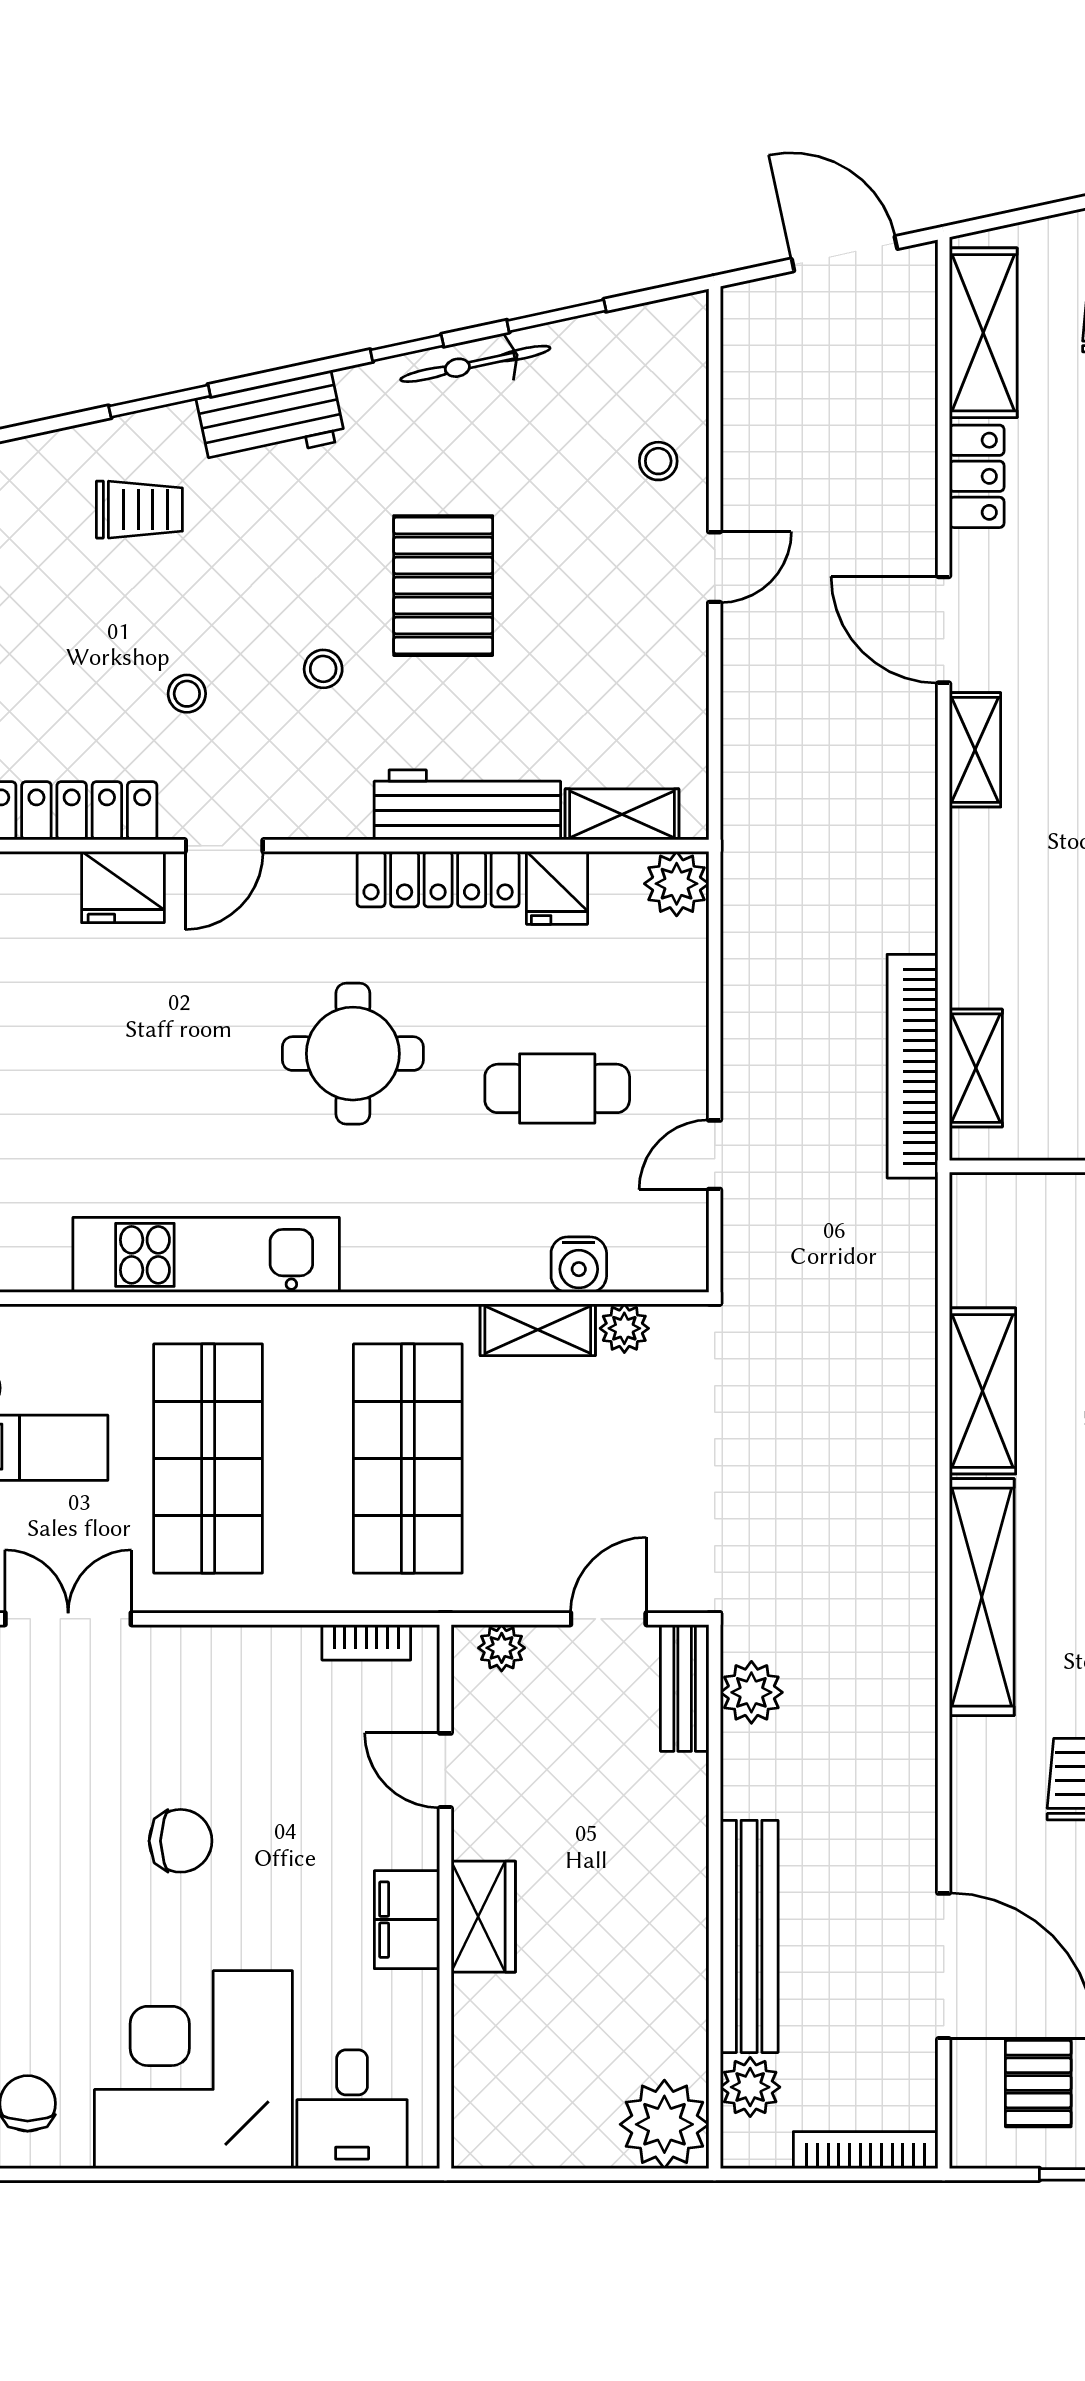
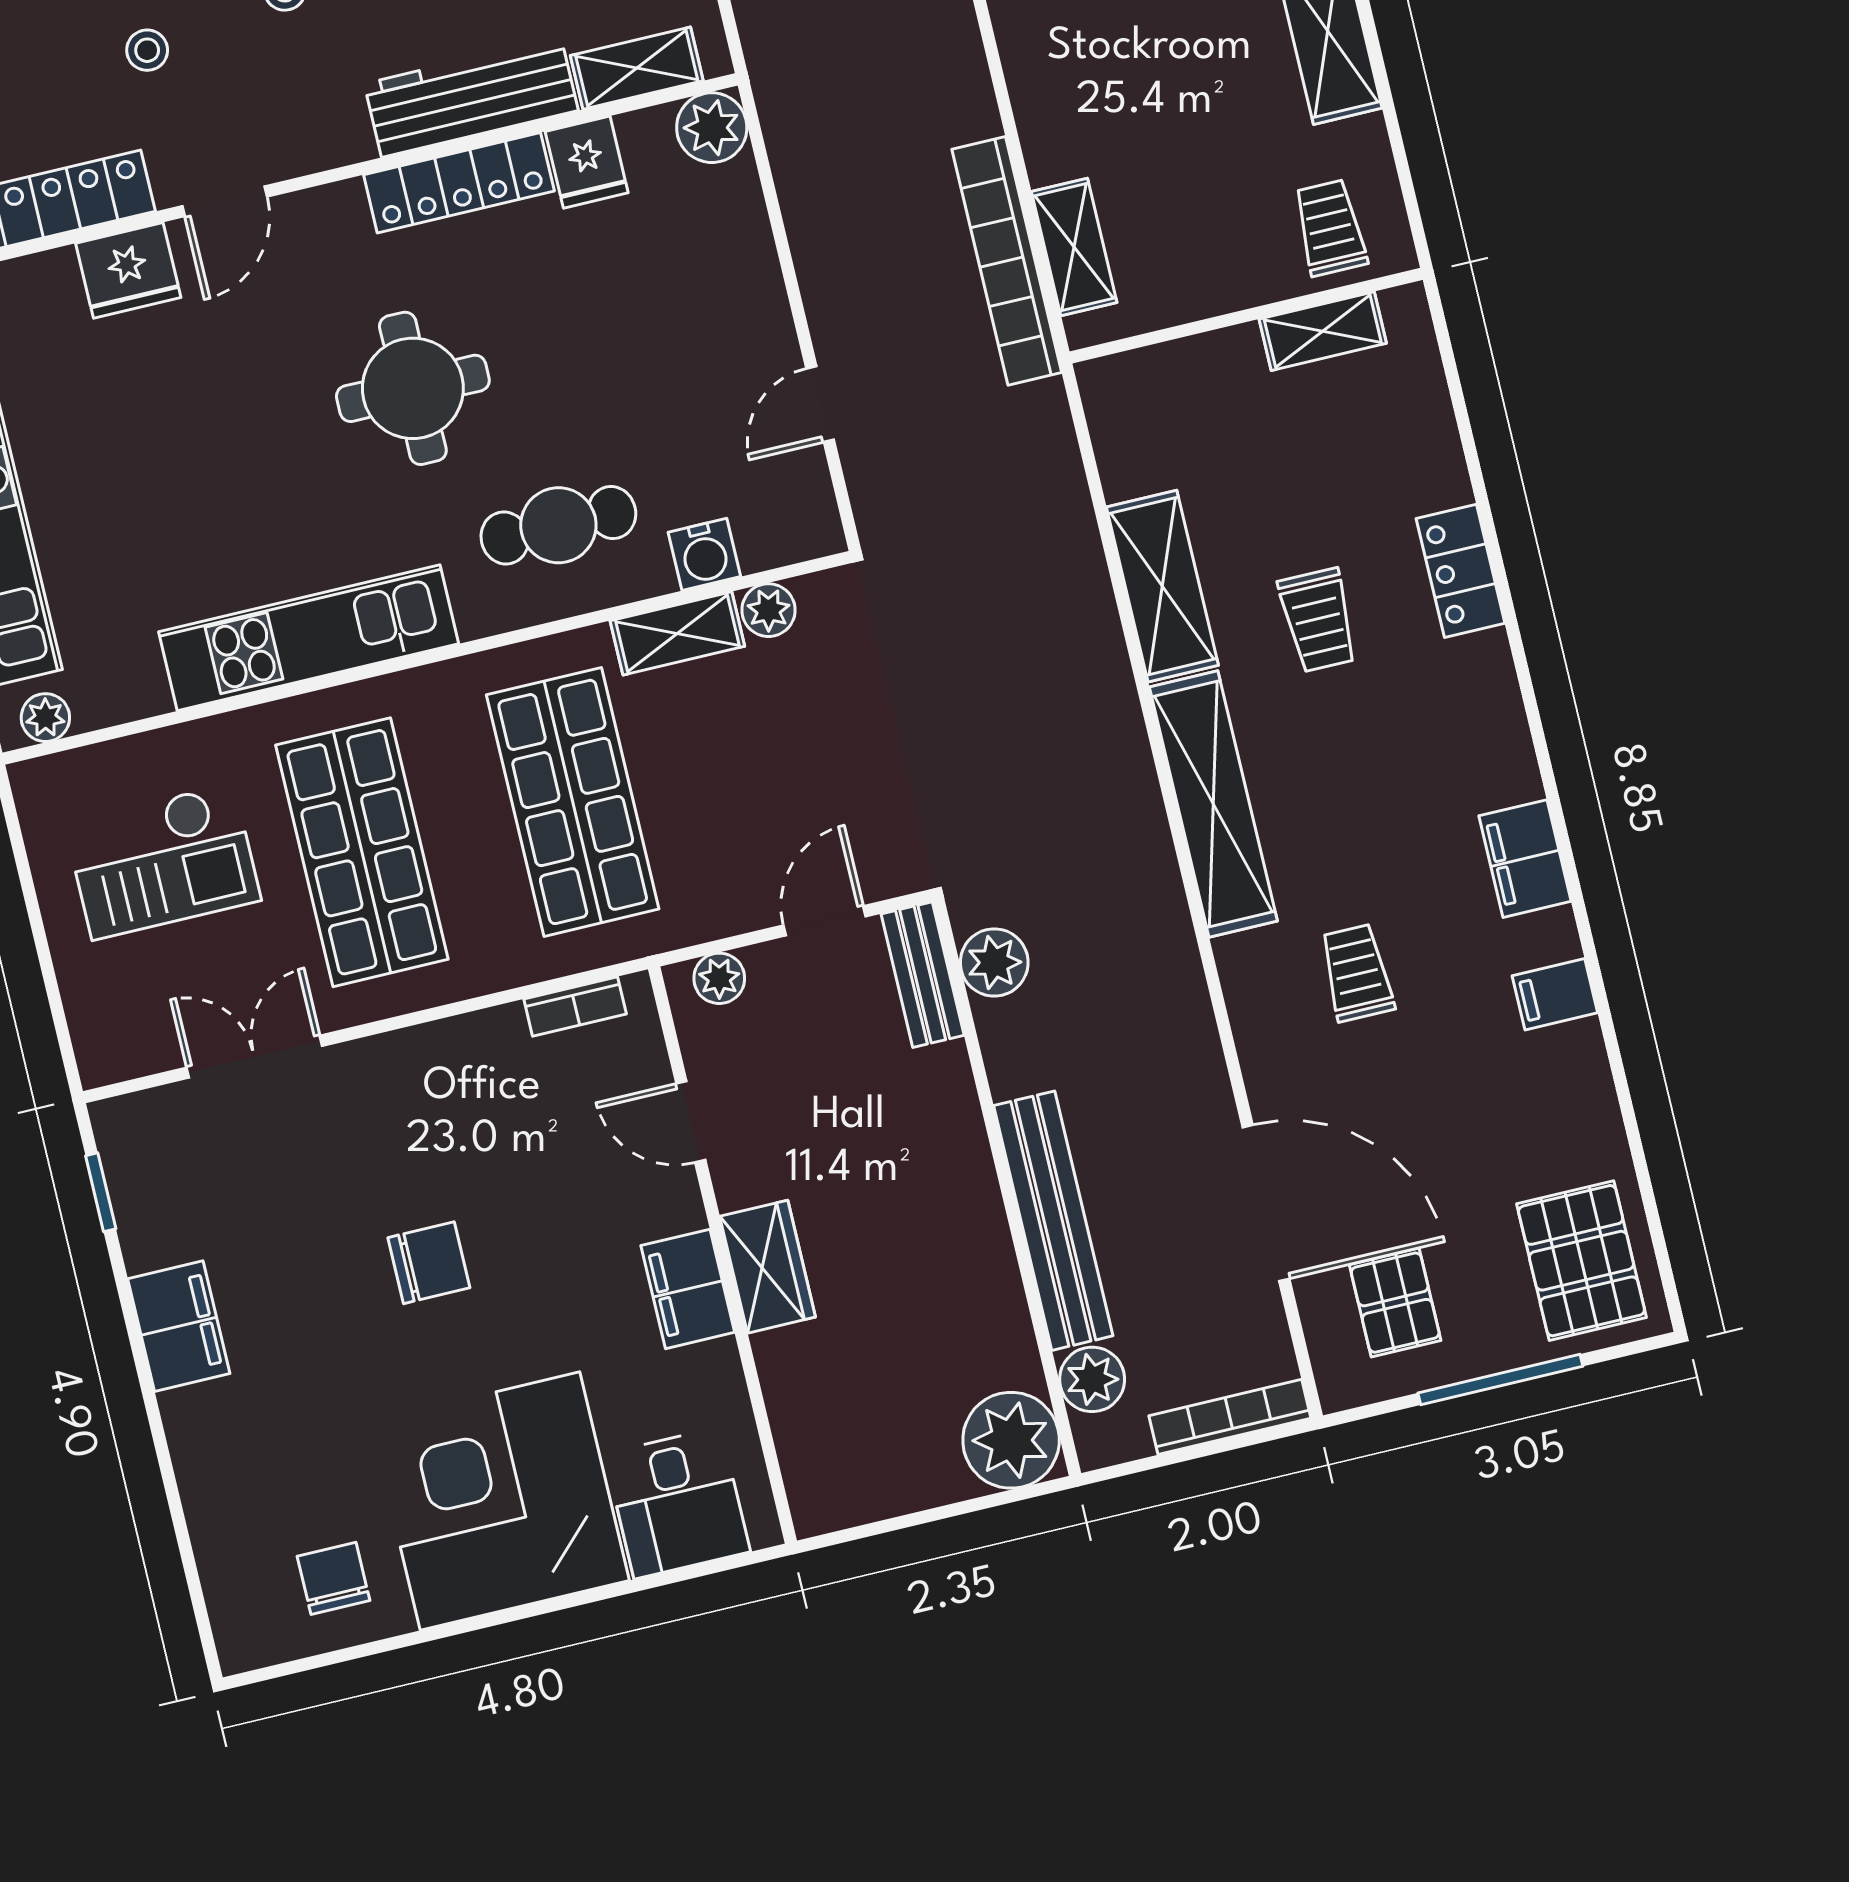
cafe table: (557, 1088) -> (558, 525), moved

